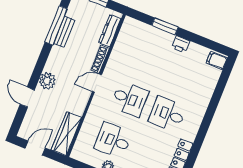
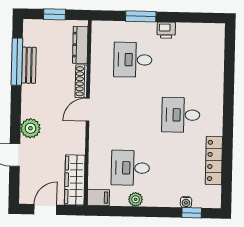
filing cabinet: (217, 60) -> (98, 197), moved, turned 180
desk: (130, 99) -> (133, 60), moved, turned 180

